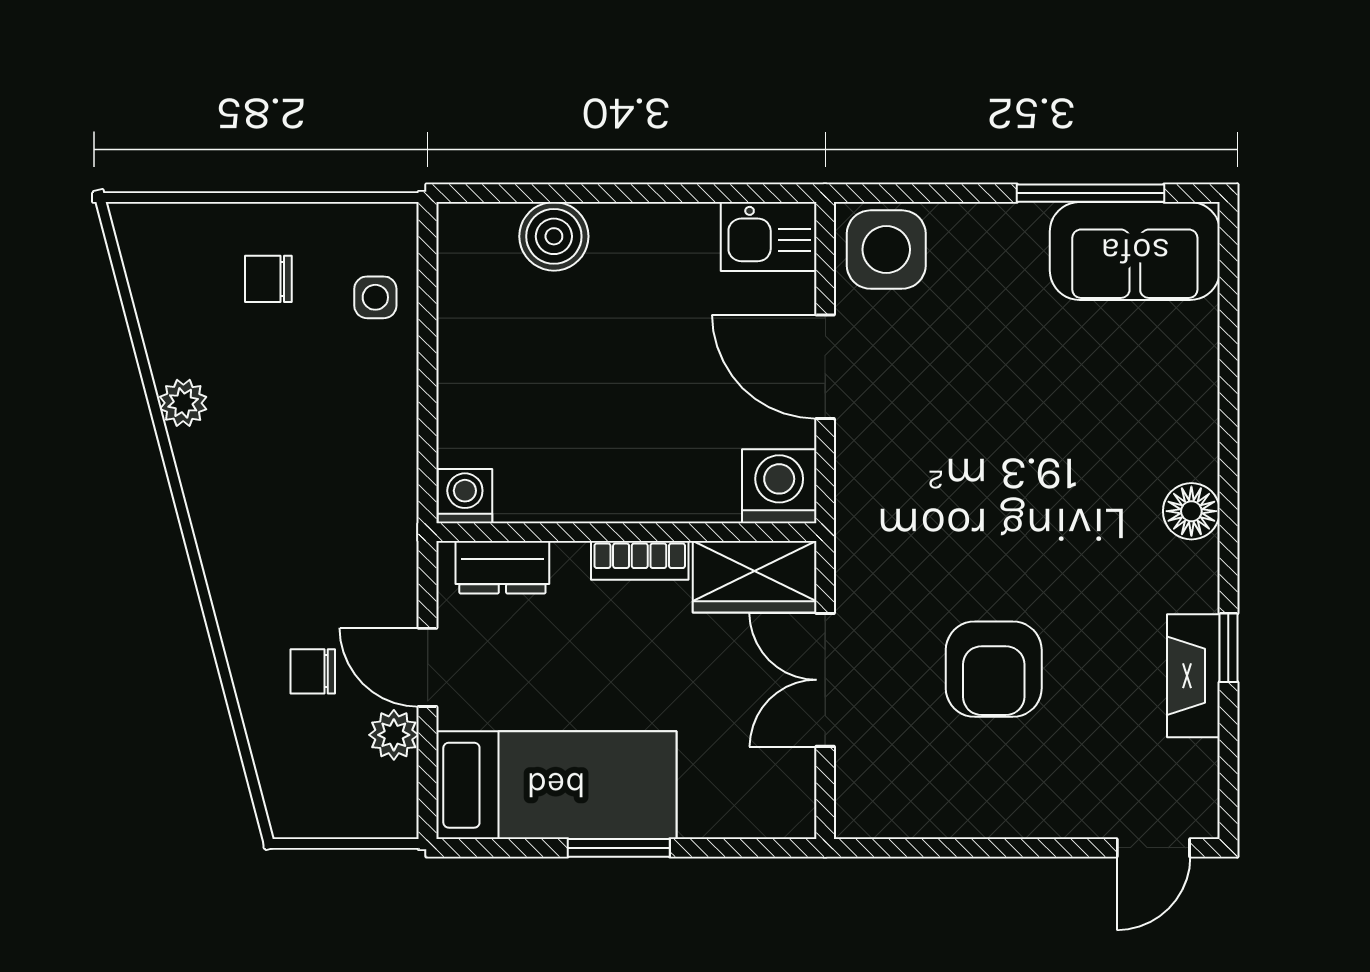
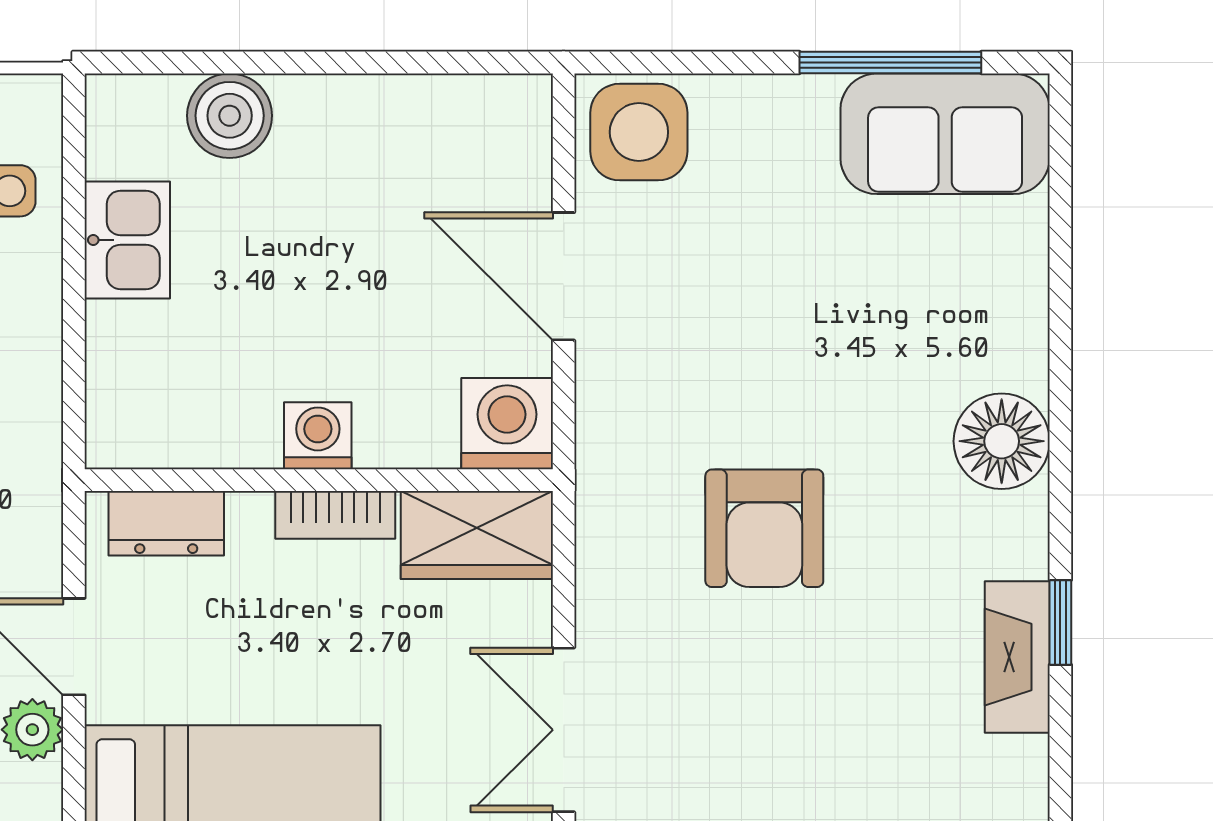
kitchen sink: (769, 236) -> (127, 240), moved, turned -90
washing machine: (465, 496) -> (318, 436), moved
floor lamp: (1191, 511) -> (1002, 441), width x1.38, depth x1.38
armchair: (994, 669) -> (764, 528), moved
double door: (825, 680) -> (564, 730), moved

